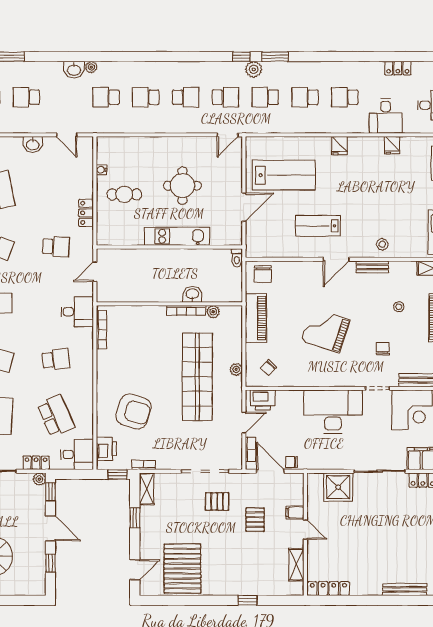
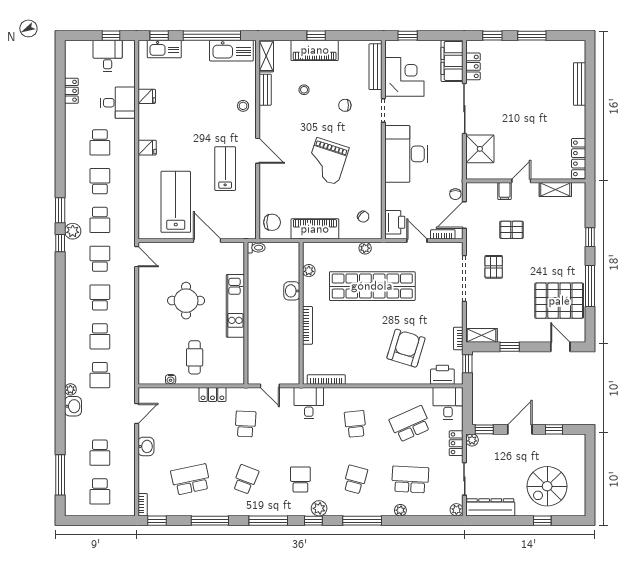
school desk: (305, 97) -> (100, 181), turned 180
lab bench: (318, 226) -> (225, 169), turned 180
bench: (372, 267) -> (265, 90), moved
bookcase: (186, 310) -> (307, 325), moved
window: (197, 600) -> (590, 286), added

